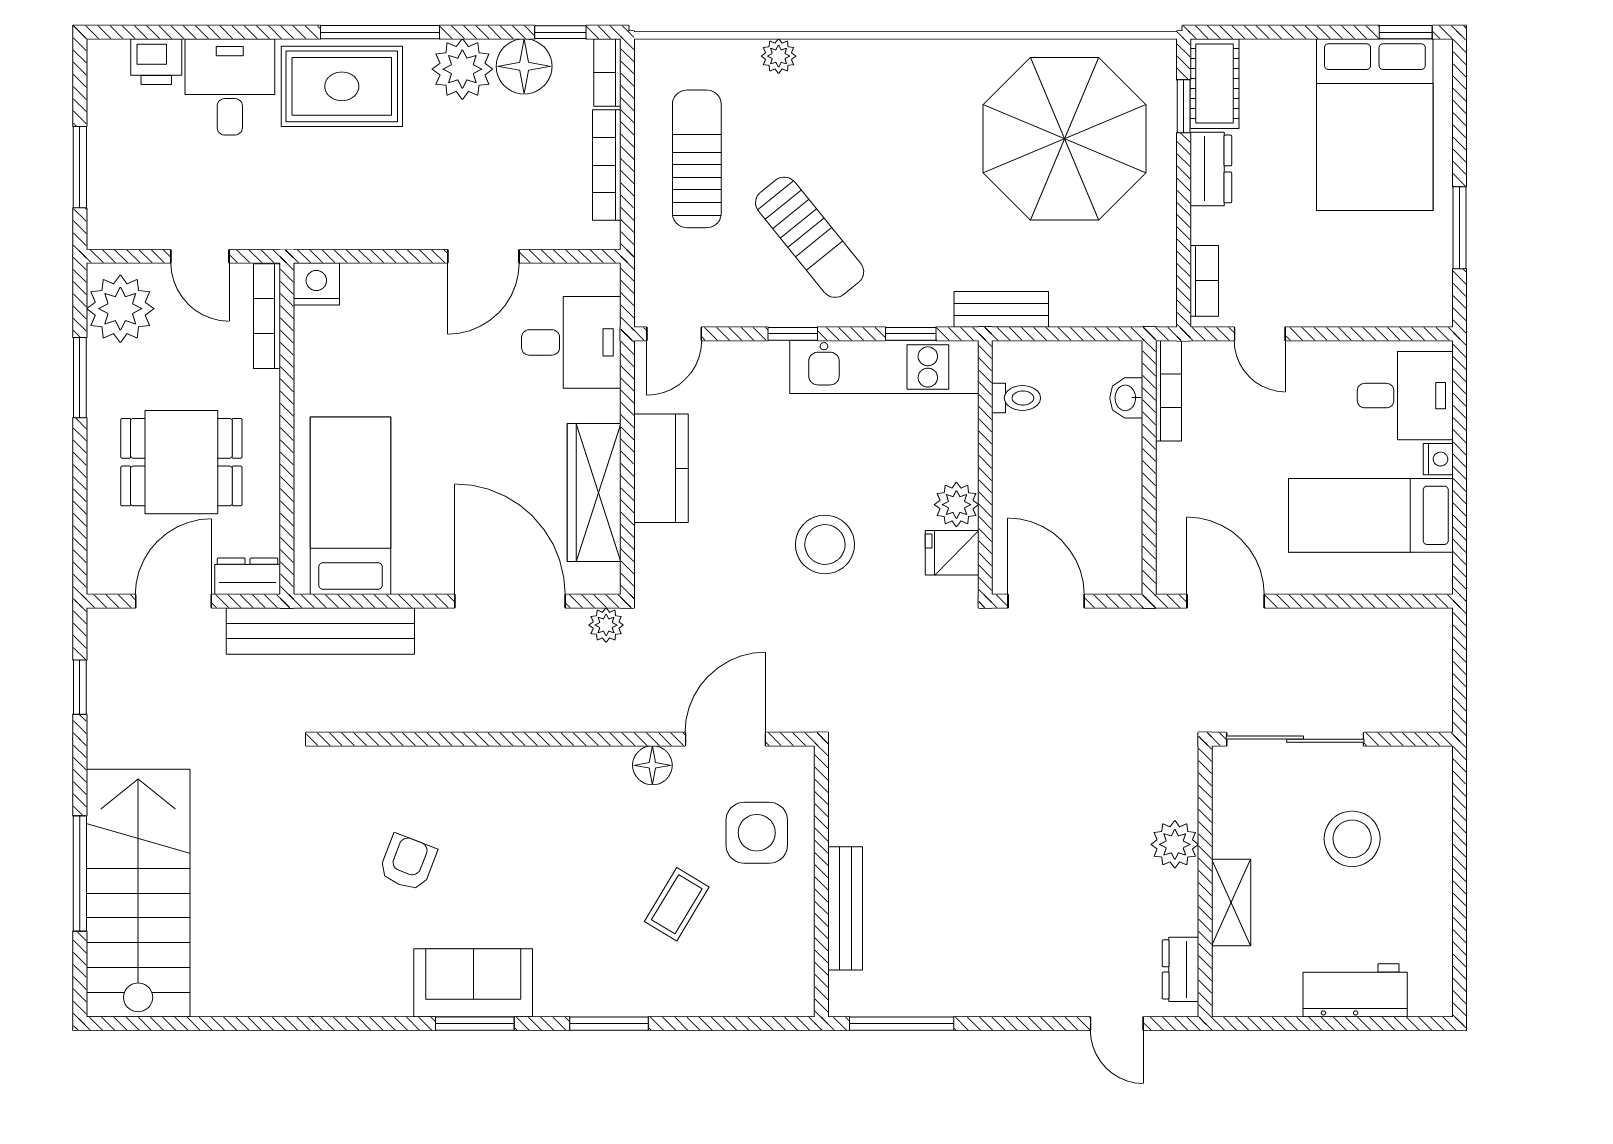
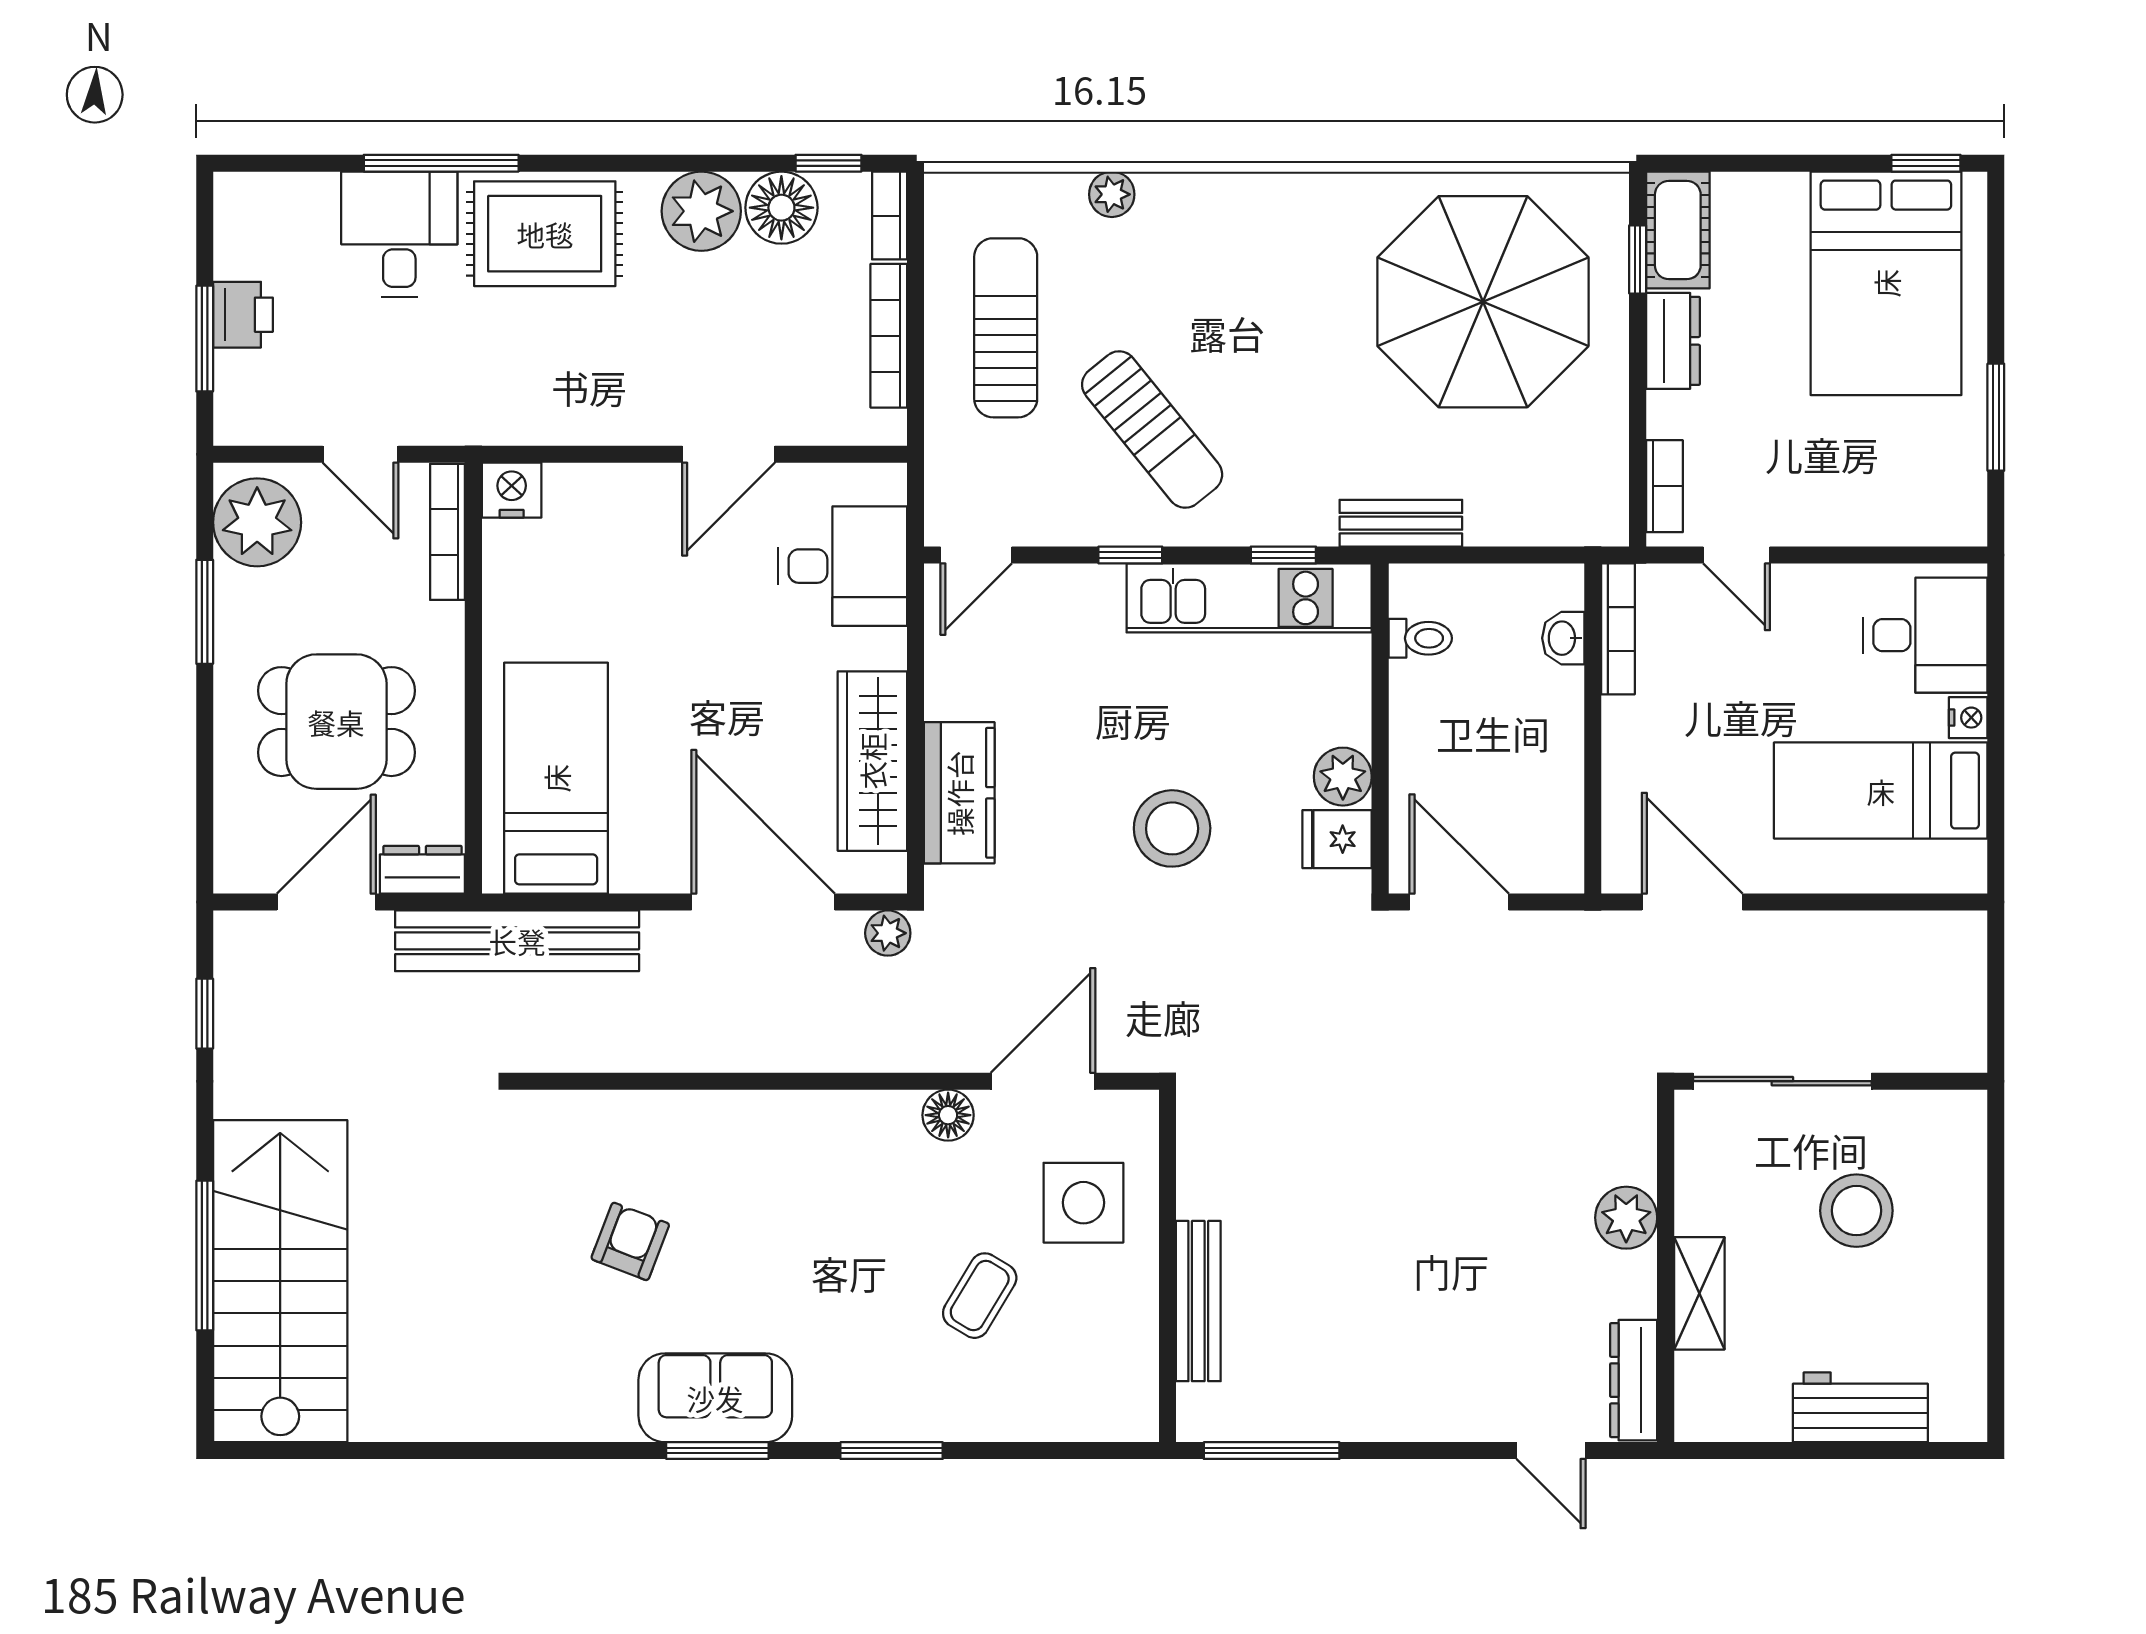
window: (380, 32) -> (441, 163), moved
printer: (156, 62) -> (243, 315), moved, turned -90
kitchen counter: (661, 468) -> (959, 793), moved
dresser: (1181, 969) -> (1634, 1380), width x1.44

